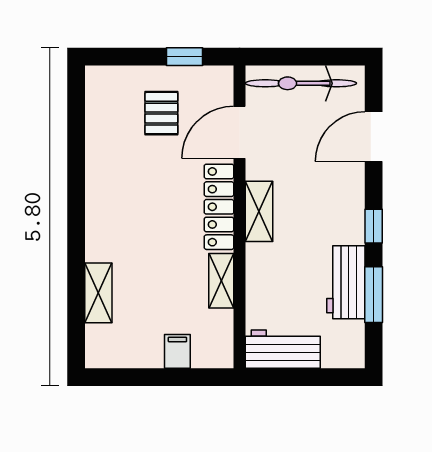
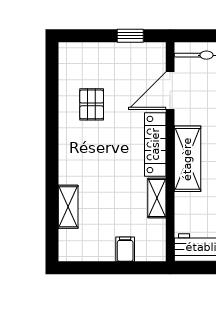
pallet: (161, 113) -> (92, 104), moved
shelving: (259, 211) -> (187, 159), width x1.50, depth x1.33

